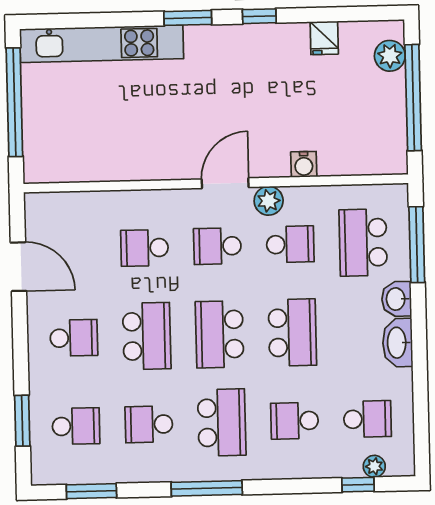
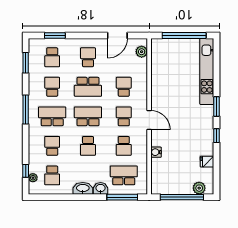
plant: (269, 201) -> (142, 52), moved
school desk: (292, 333) -> (88, 146), width x0.54
school desk: (74, 338) -> (88, 57), turned 180
school desk: (222, 423) -> (52, 116), turned 180

